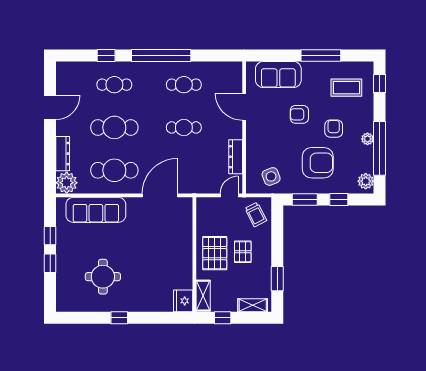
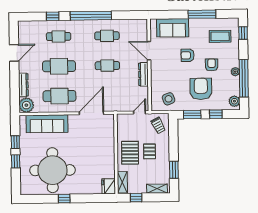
dresser: (236, 157) -> (143, 74), moved
armchair: (318, 163) -> (201, 89), turned -90
round table: (103, 277) -> (52, 170), width x1.86, depth x1.86

